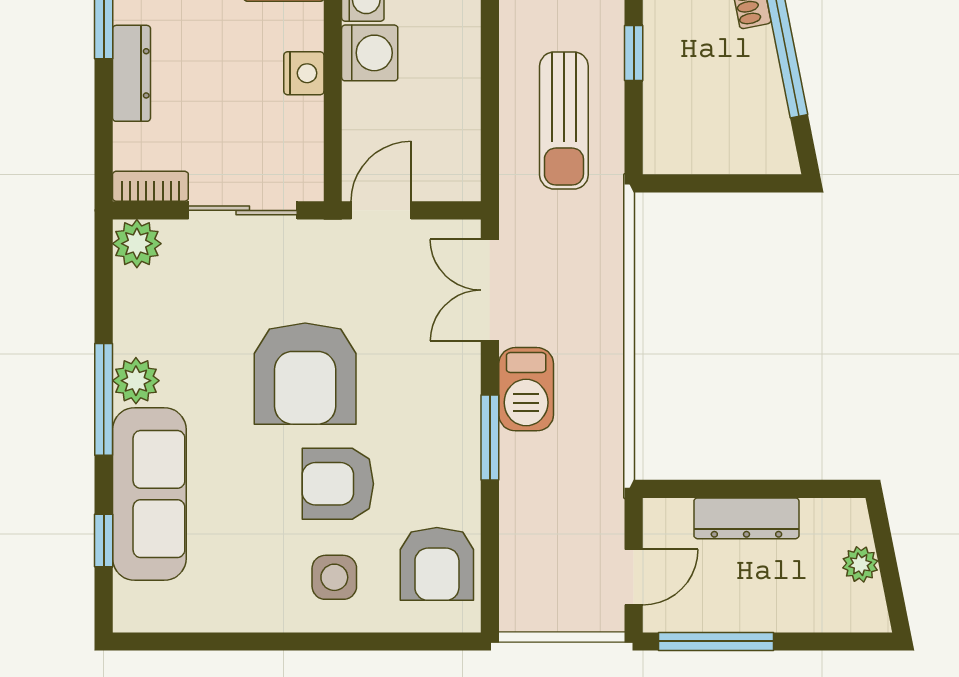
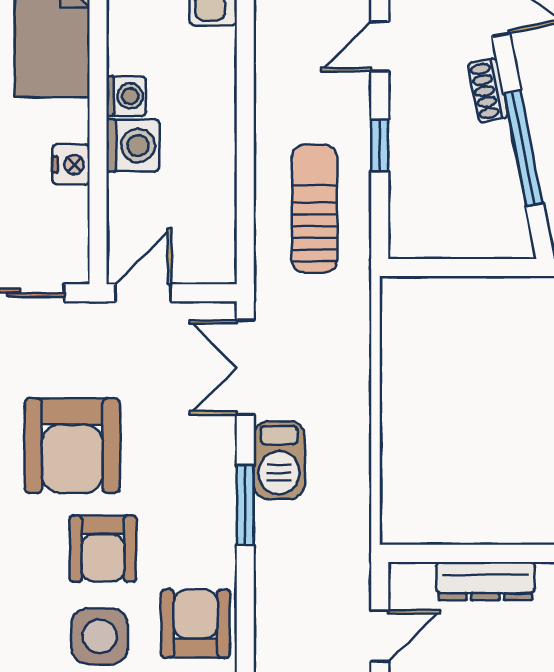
sun lounger: (564, 120) -> (314, 209), turned 180
armchair: (338, 484) -> (103, 549), turned -90
armchair: (437, 564) -> (196, 624), turned 180
side table: (334, 577) -> (100, 636), width x1.37, depth x1.37

